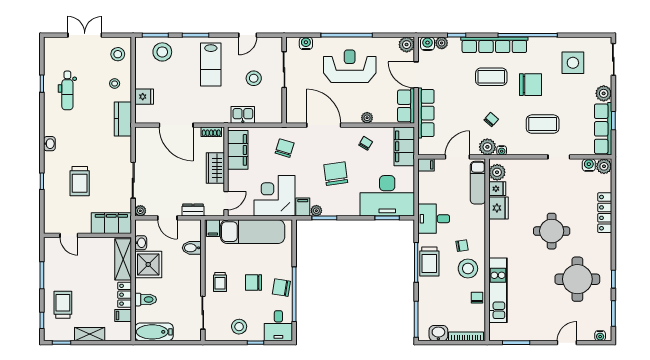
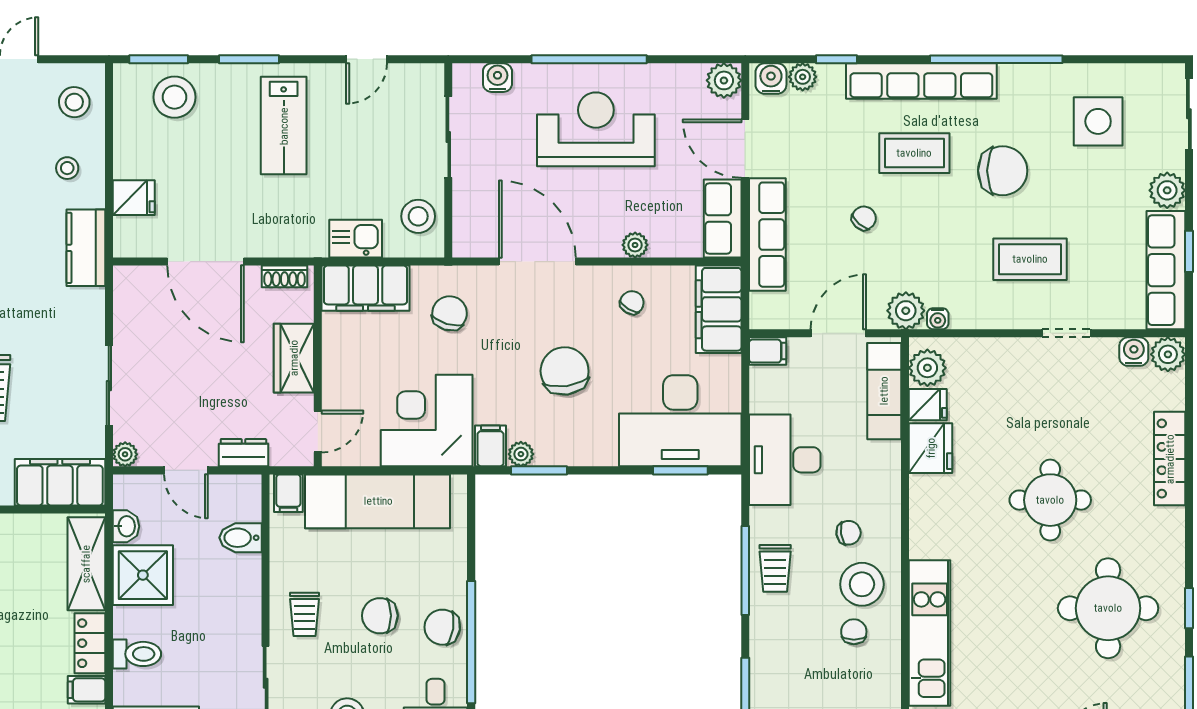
stool: (254, 78) -> (418, 216), moved
chair: (491, 120) -> (864, 218), moved
filing cabinet: (238, 150) -> (365, 288), moved, turned 90
desk: (434, 219) -> (785, 460), width x1.37
trolley: (429, 261) -> (775, 568), width x0.73, depth x0.72
chair: (477, 298) -> (854, 632), moved

